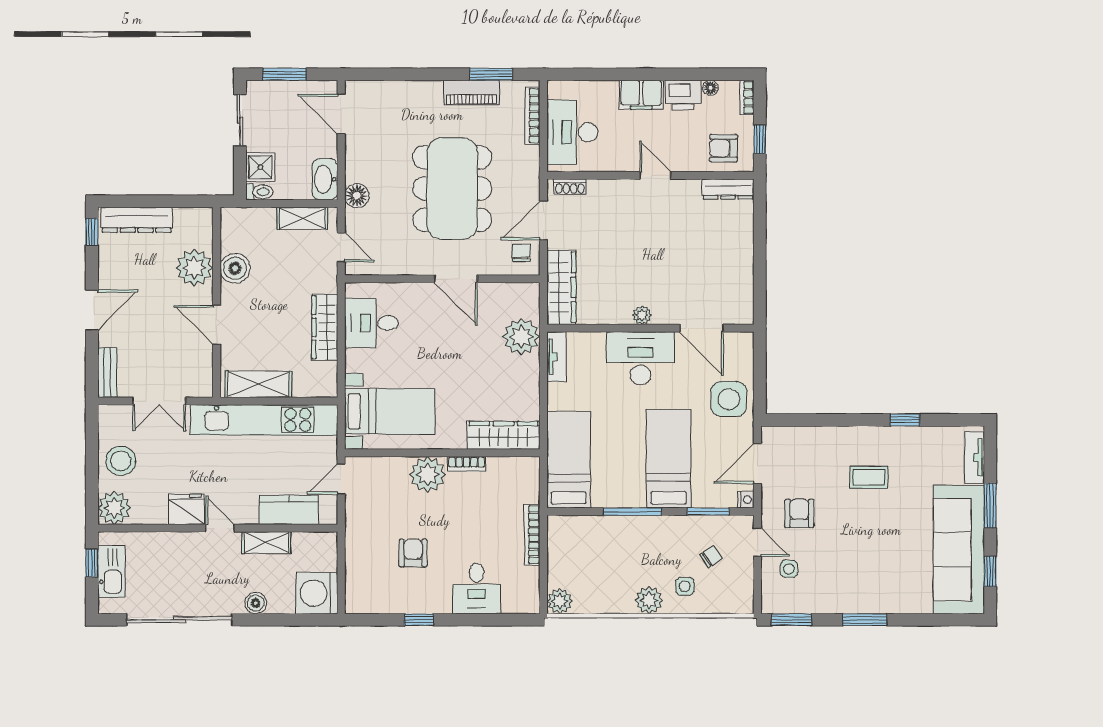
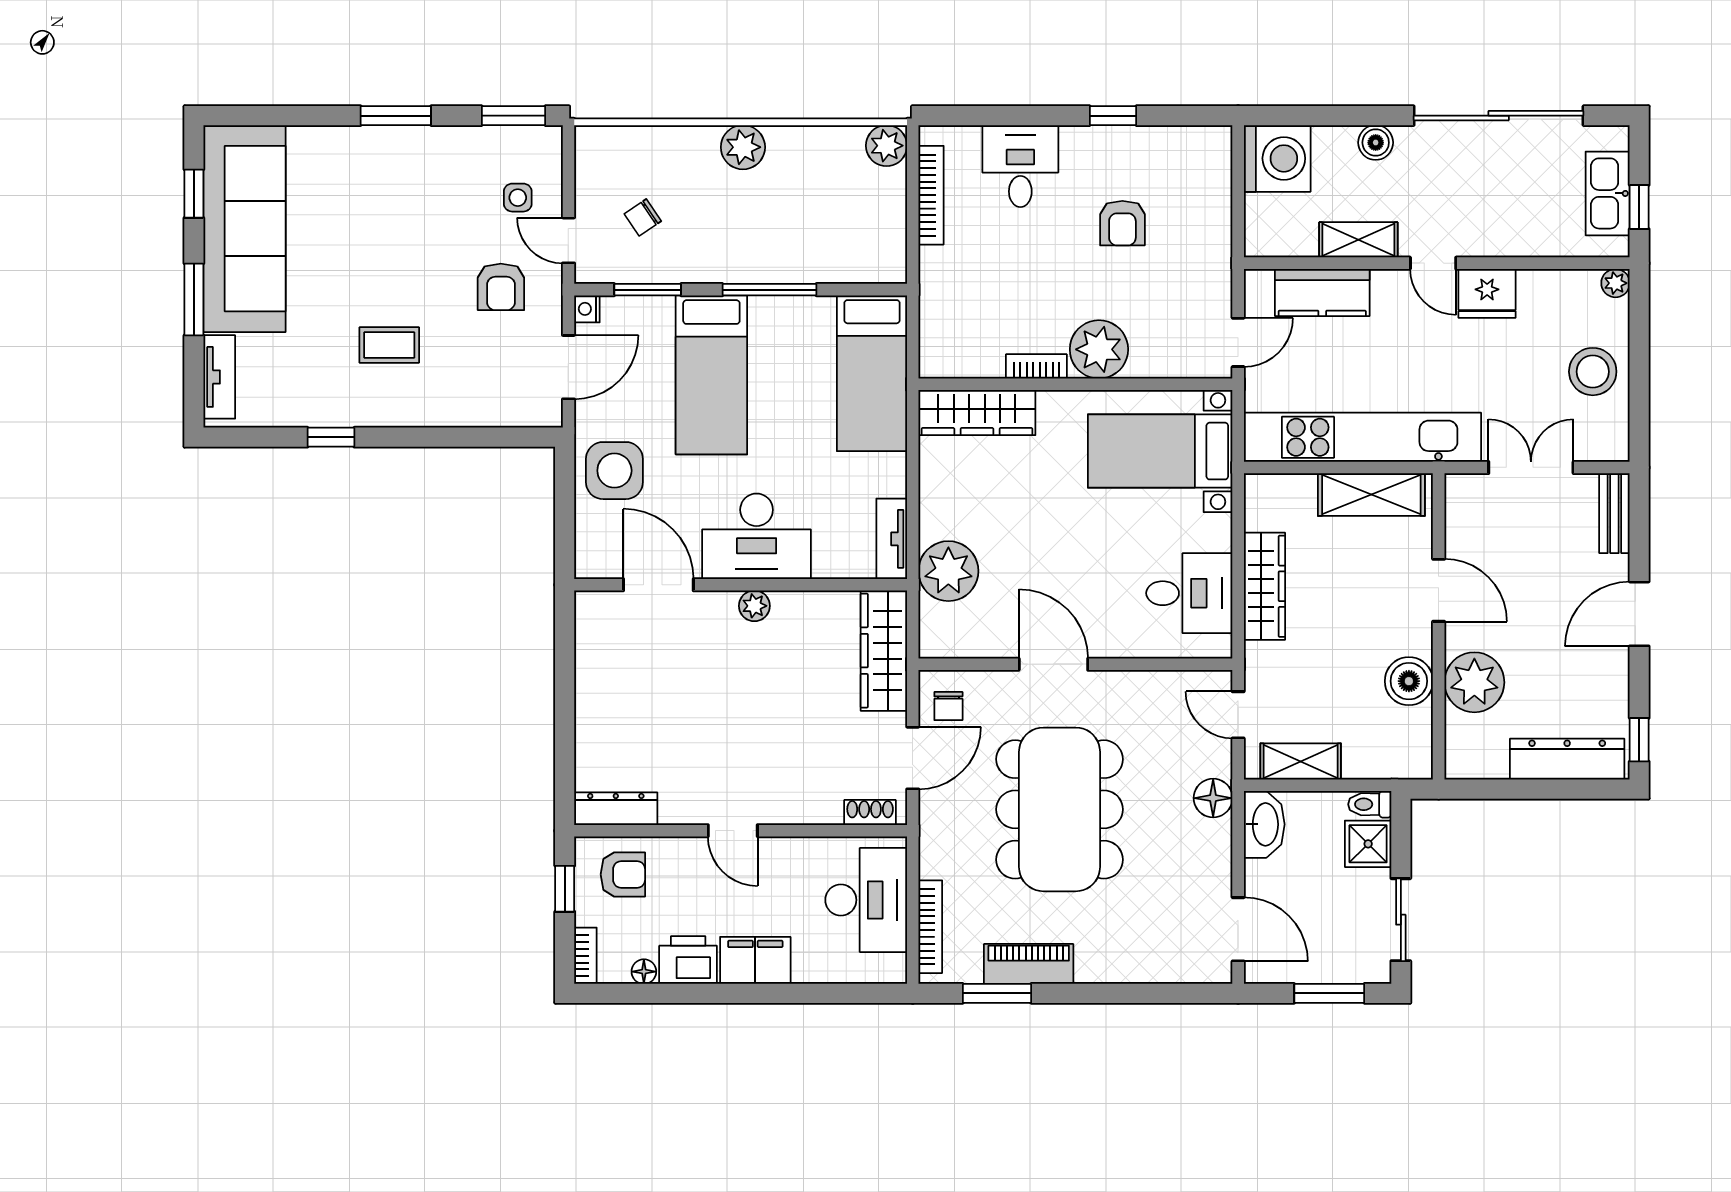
plant: (114, 508) -> (1615, 283), width x0.53, depth x0.53
bookcase: (532, 535) -> (931, 195), moved
side table: (685, 586) -> (685, 170), removed

